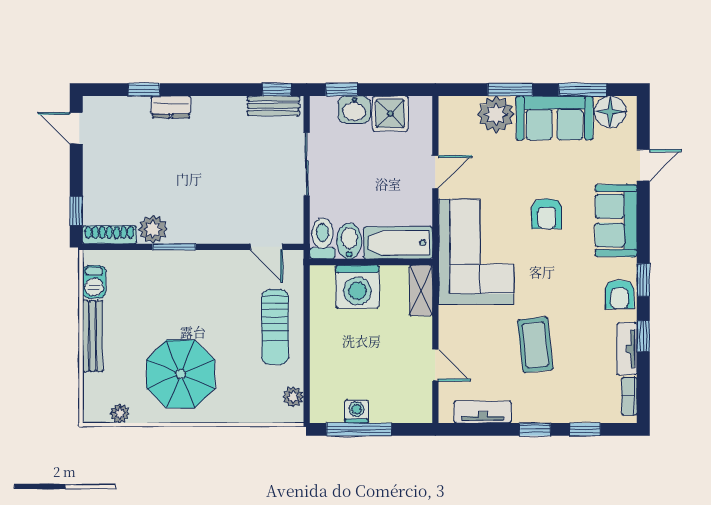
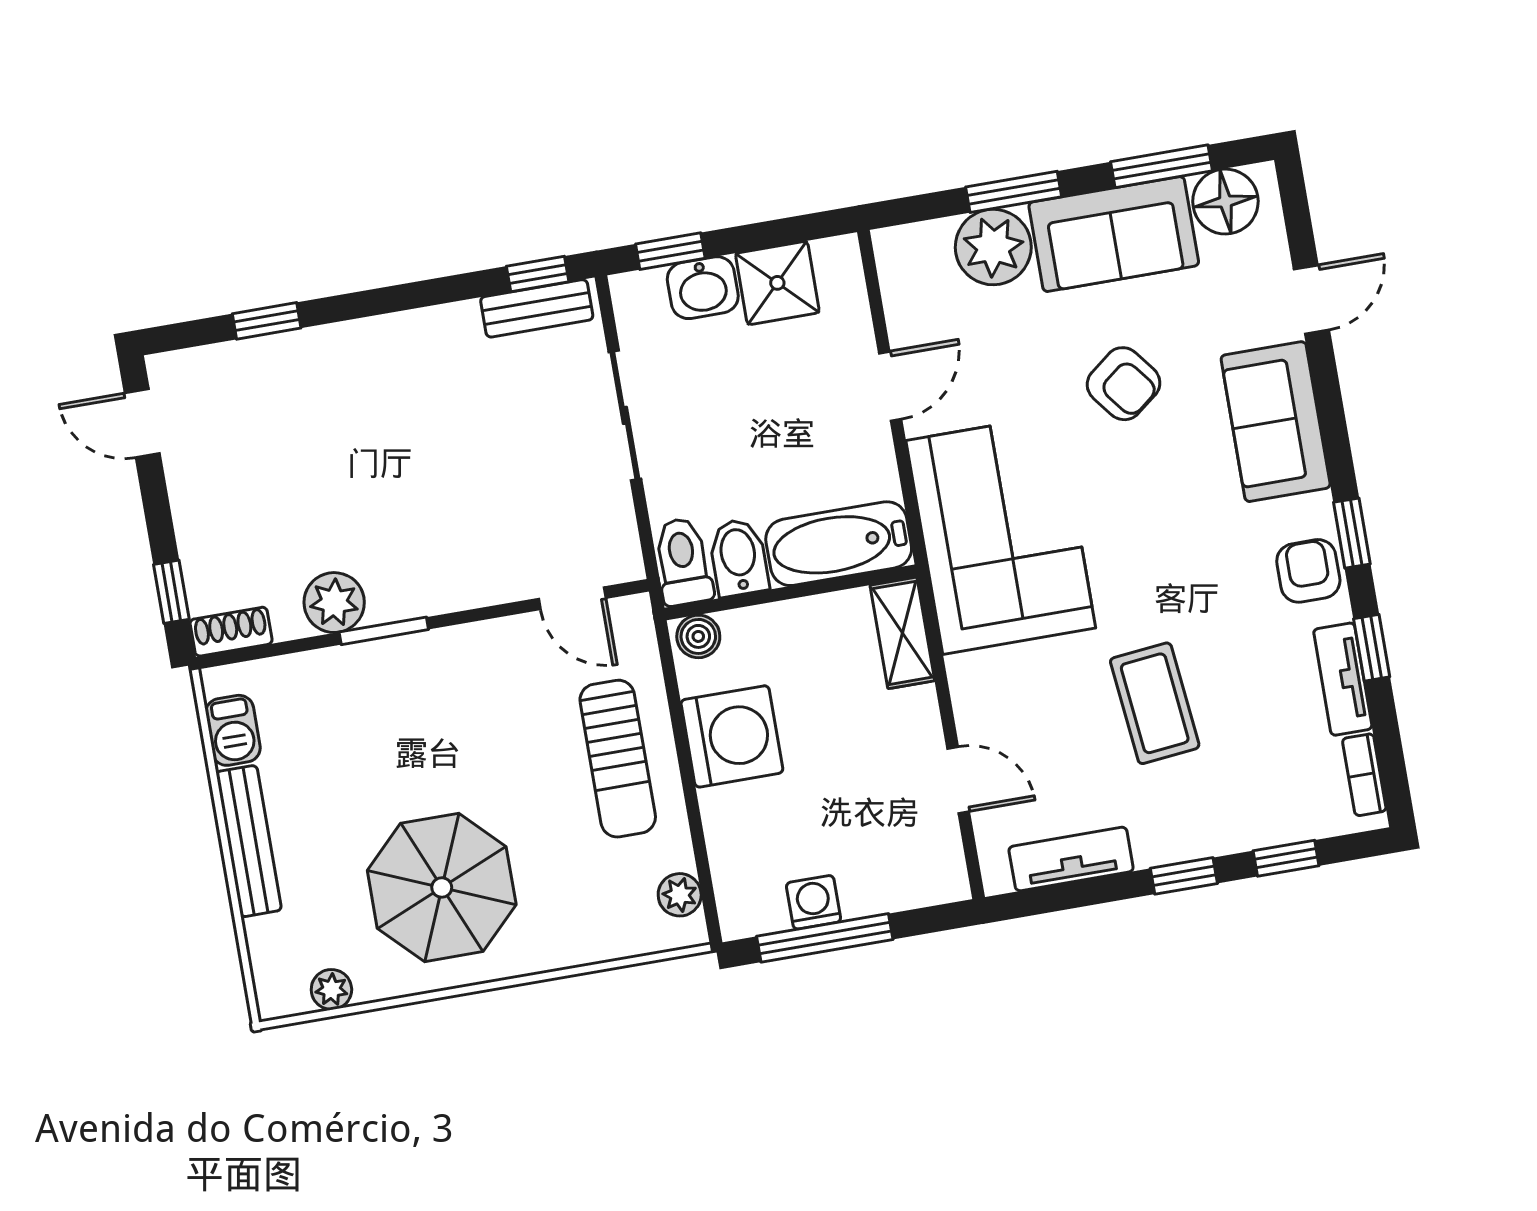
dresser: (171, 107) -> (328, 347), removed
armchair: (547, 214) -> (1124, 384), moved, turned -38
shoe rack: (109, 235) -> (231, 632), width x0.70
boiler: (323, 275) -> (698, 636), added
washing machine: (357, 287) -> (732, 736), moved, turned -90
armchair: (619, 294) -> (1308, 571), turned 180

